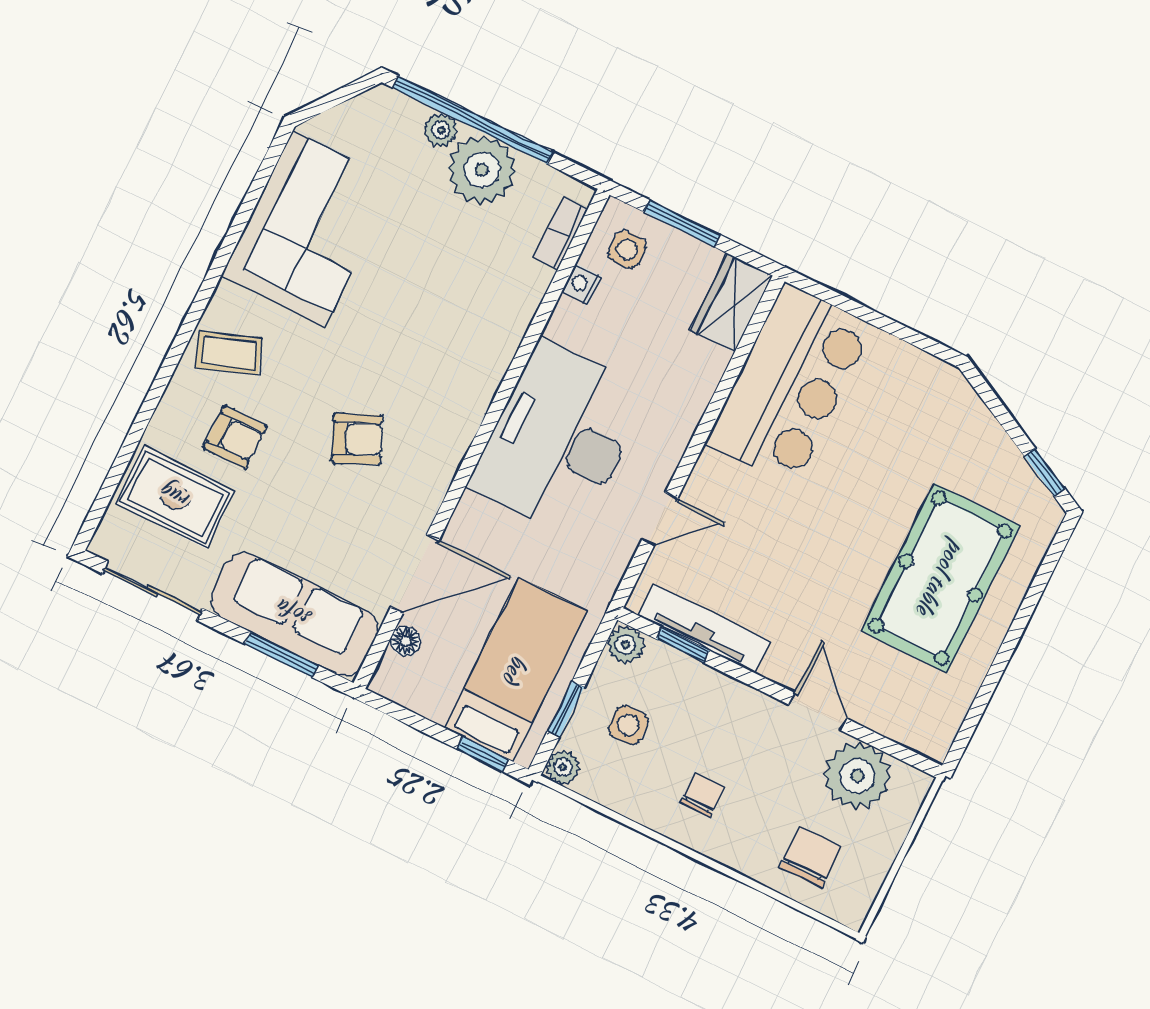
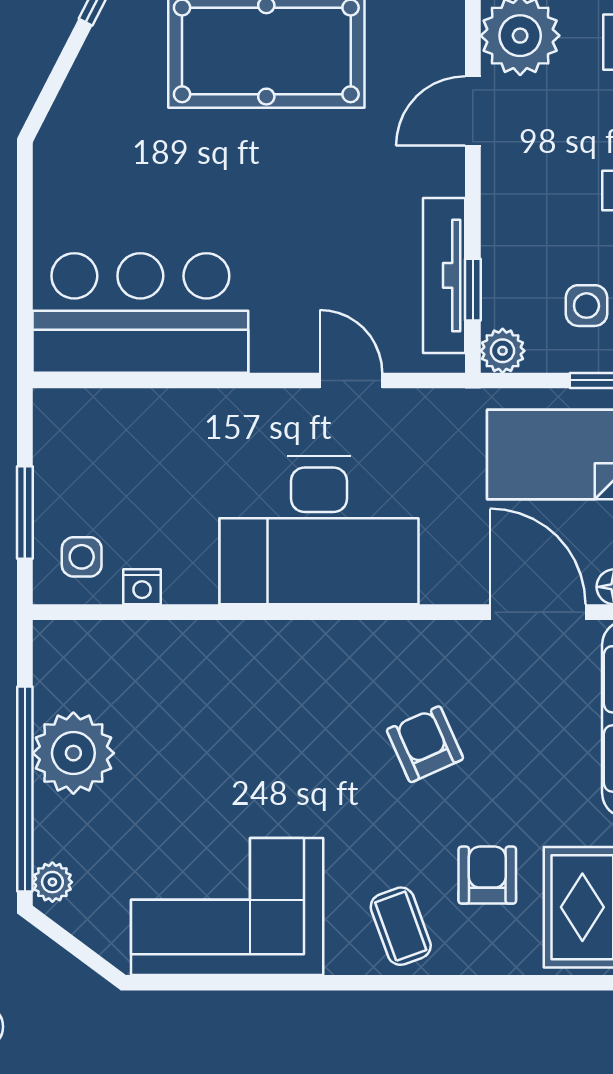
plant: (441, 130) -> (52, 882), moved
bookcase: (561, 234) -> (100, 636), removed
wardrobe: (731, 303) -> (84, 418), removed

